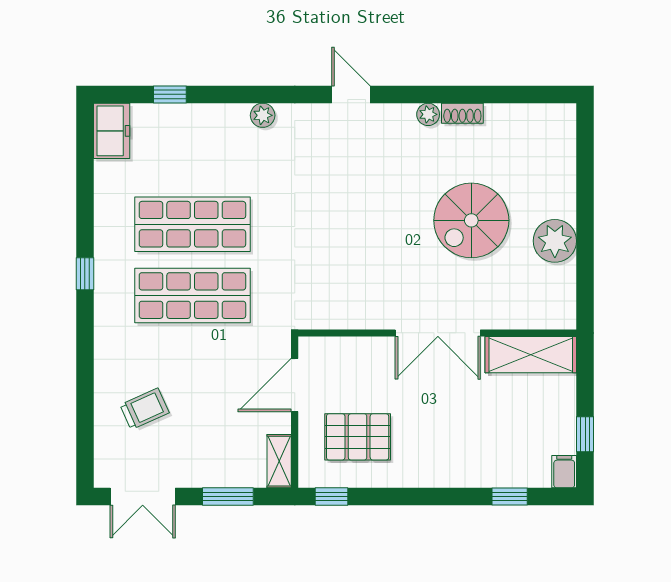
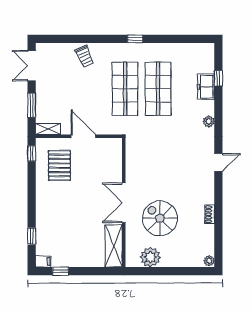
plant: (428, 114) -> (209, 261), moved
freezer: (112, 131) -> (206, 87), moved, turned 90
wall: (437, 333) -> (124, 203), moved
double door: (438, 333) -> (124, 203), moved
shelving: (531, 355) -> (114, 246), moved
trolley: (144, 409) -> (85, 56), moved

